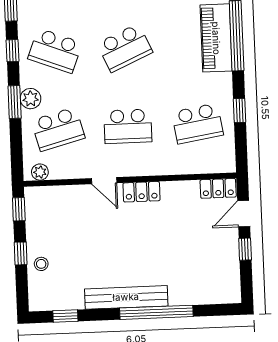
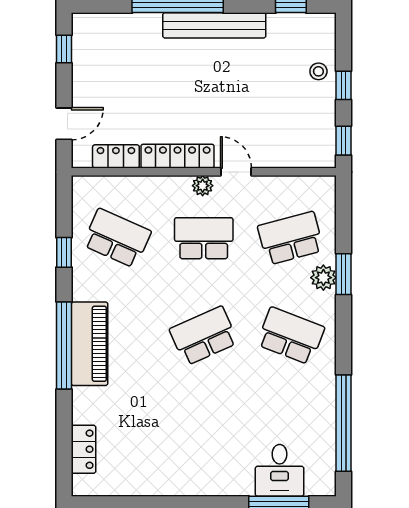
window: (12, 51) -> (344, 338), removed
school desk: (198, 124) -> (117, 238), turned 33
plant: (40, 172) -> (203, 186), moved
locker: (218, 188) -> (116, 156), moved
locker: (141, 192) -> (177, 156), width x1.53
window: (245, 249) -> (64, 49), moved

